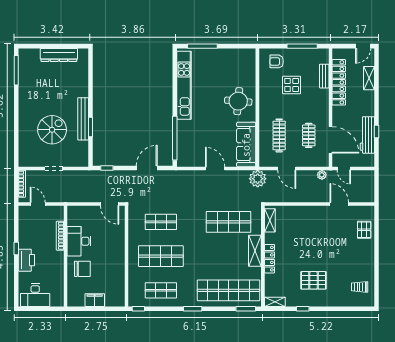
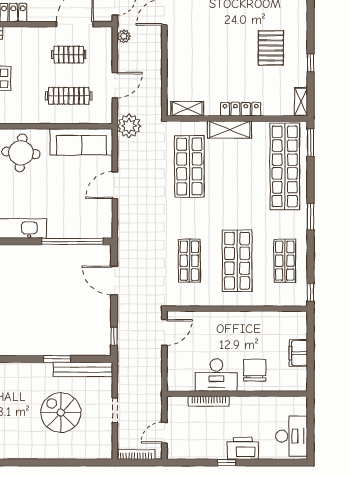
bench: (83, 119) -> (83, 369), moved

